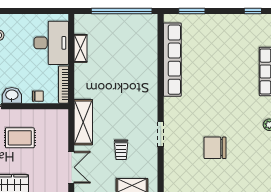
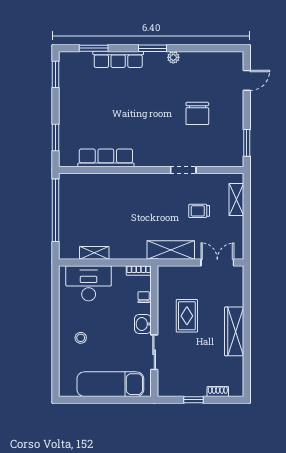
window: (253, 11) -> (56, 74), width x1.50
row of seats: (172, 60) -> (106, 158), width x0.73
bookcase: (64, 85) -> (139, 271), width x0.64
trolley: (121, 150) -> (199, 211), turned 180

